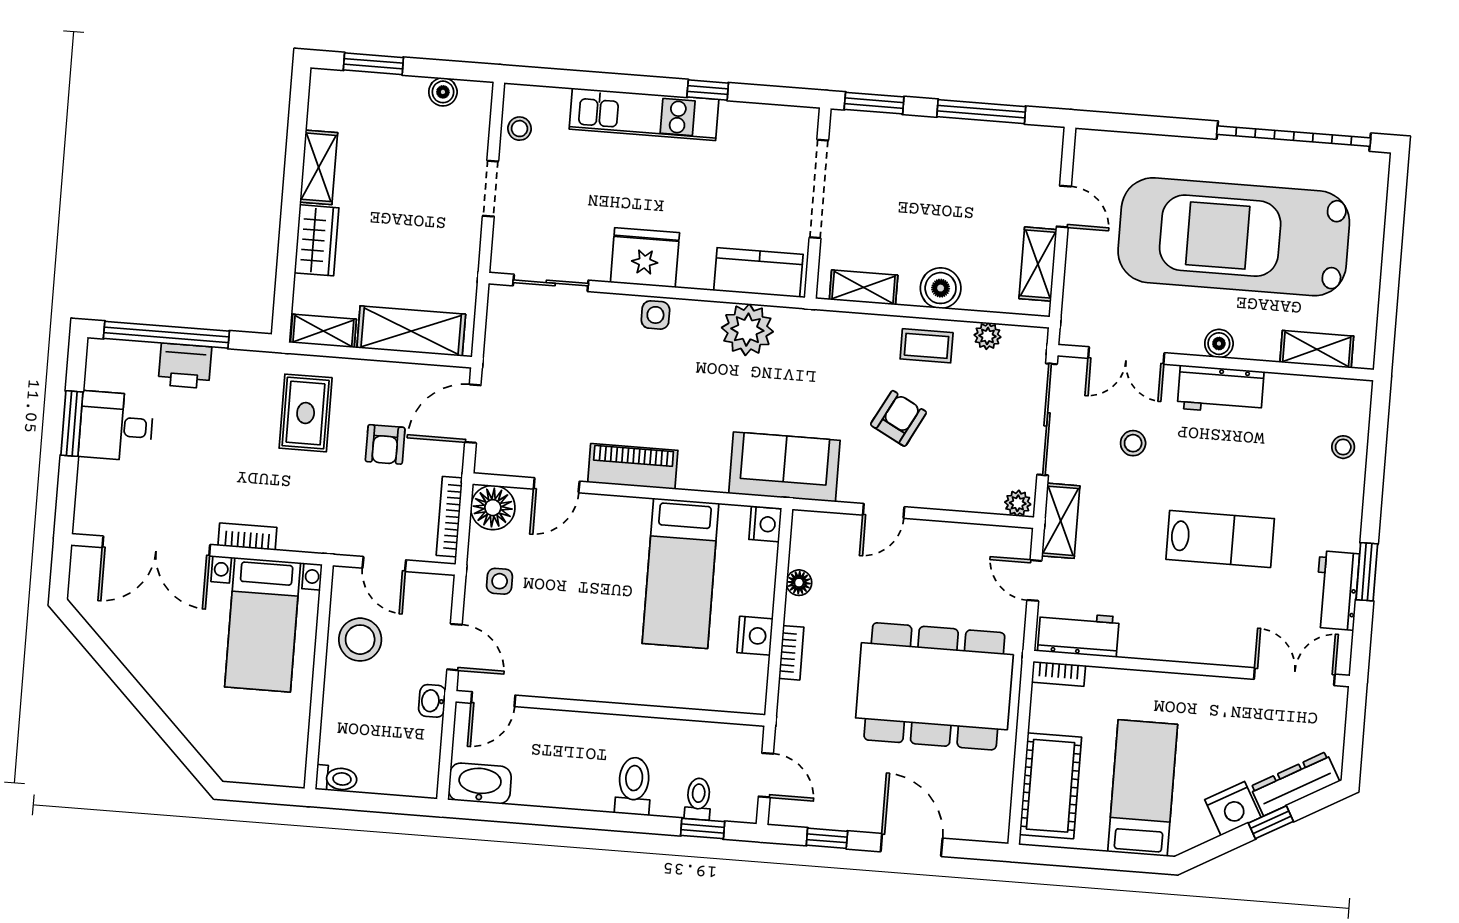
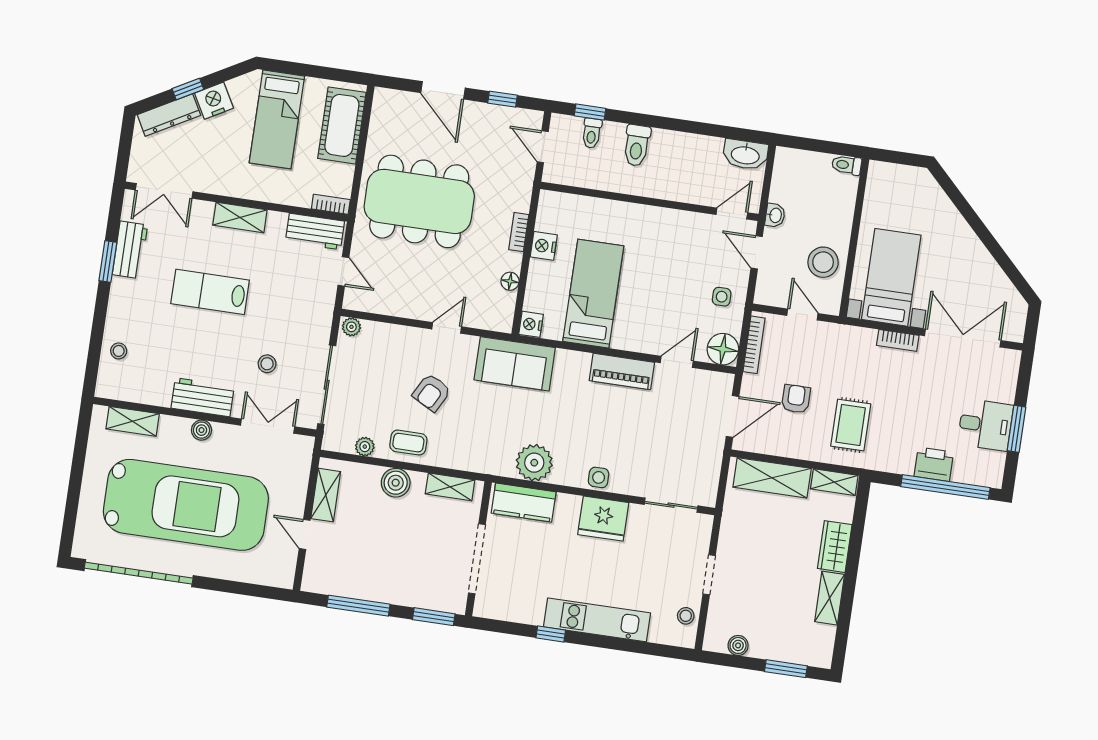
shelving: (1061, 521) -> (240, 217), moved, turned 90

